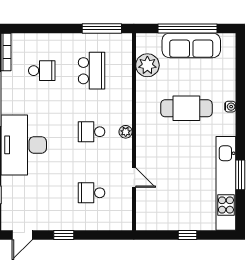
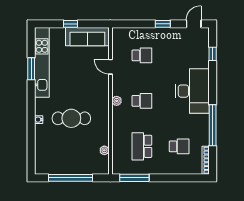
sofa: (191, 45) -> (87, 37), moved, turned 180
plant: (147, 65) -> (104, 150), width x0.53, depth x0.53
school desk: (42, 71) -> (179, 146), turned 180

